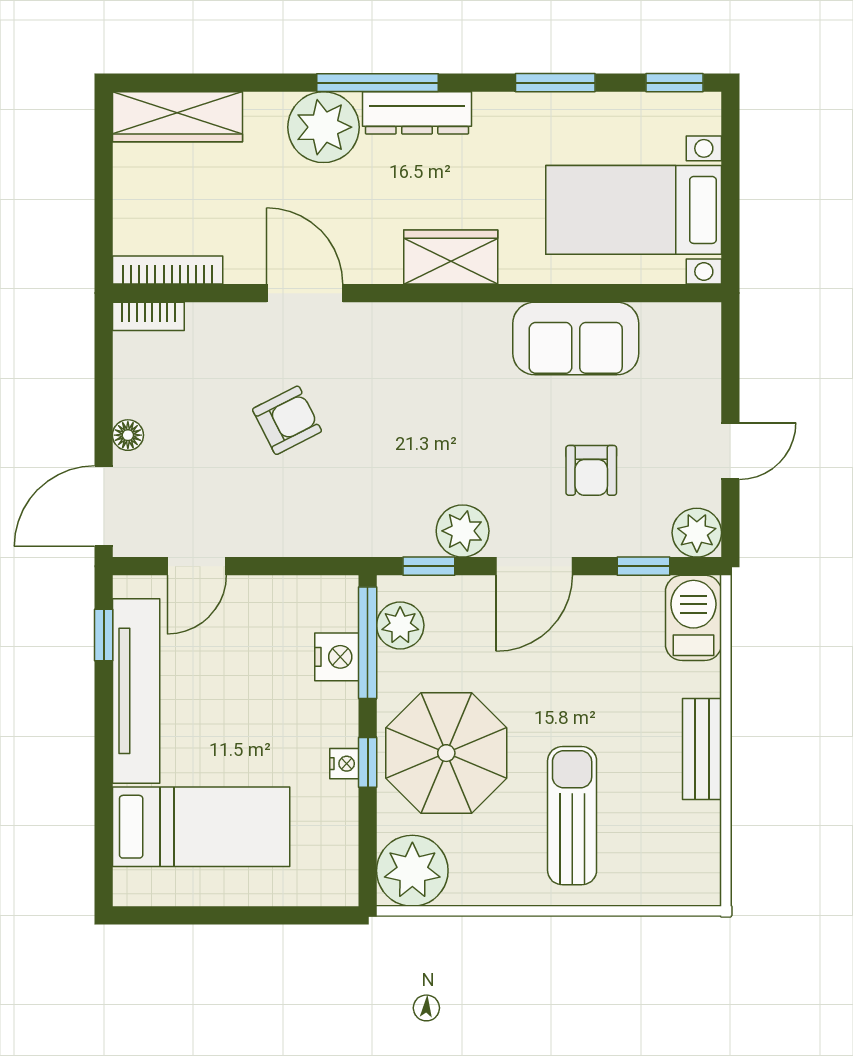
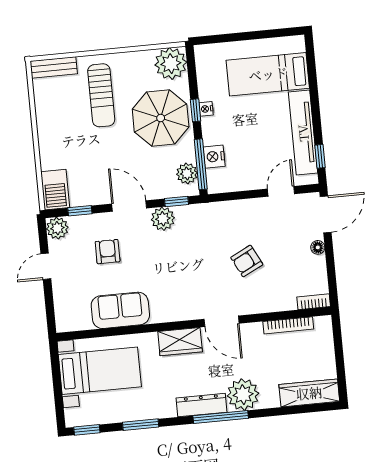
bookcase: (168, 270) -> (288, 325), moved
door: (305, 293) -> (222, 321), moved
door: (534, 566) -> (129, 206), hinge flipped
bench: (702, 749) -> (54, 67), moved, turned 90

